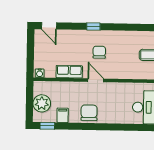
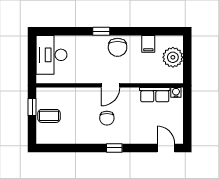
row of seats: (69, 72) -> (155, 95), moved
door: (96, 80) -> (110, 85), hinge flipped
window: (47, 126) -> (101, 31), moved

